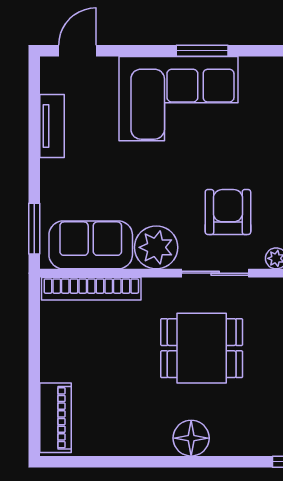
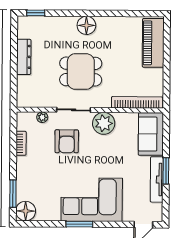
tv unit: (52, 126) -> (157, 179), width x1.41
window: (34, 229) -> (166, 171), moved
sofa: (91, 245) -> (151, 134), moved, turned 90
piano: (56, 418) -> (153, 43), width x1.37, depth x1.33

